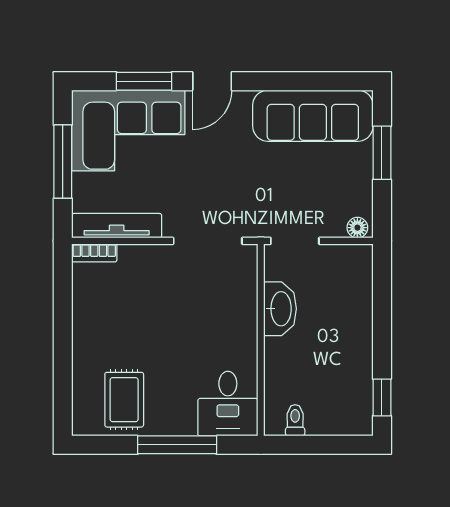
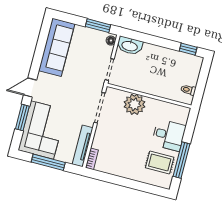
door: (212, 81) -> (30, 88), swing flipped
window: (382, 153) -> (98, 26), moved
washbasin: (280, 309) -> (130, 46), moved, turned 180
plant: (234, 313) -> (134, 104), added
desk: (228, 404) -> (169, 135), moved
window: (177, 445) -> (181, 160), moved

